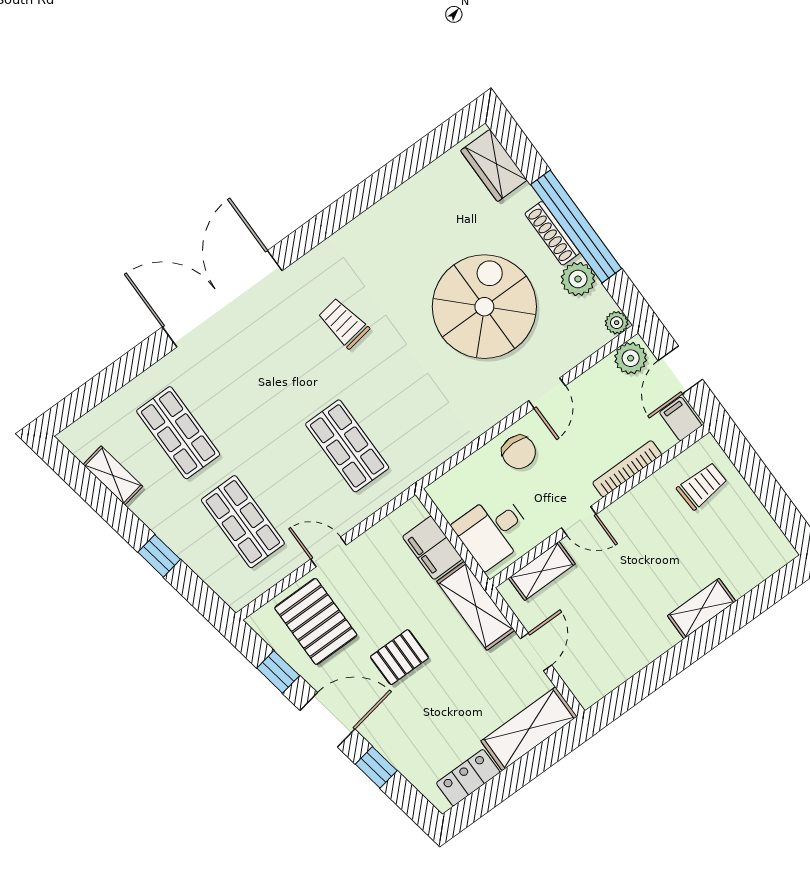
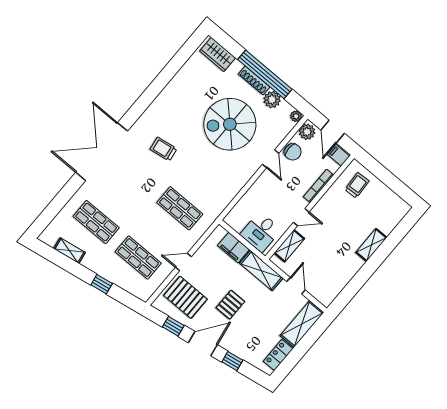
spiral stairs: (484, 307) -> (230, 124), turned -90
chair: (519, 452) -> (293, 152), moved

